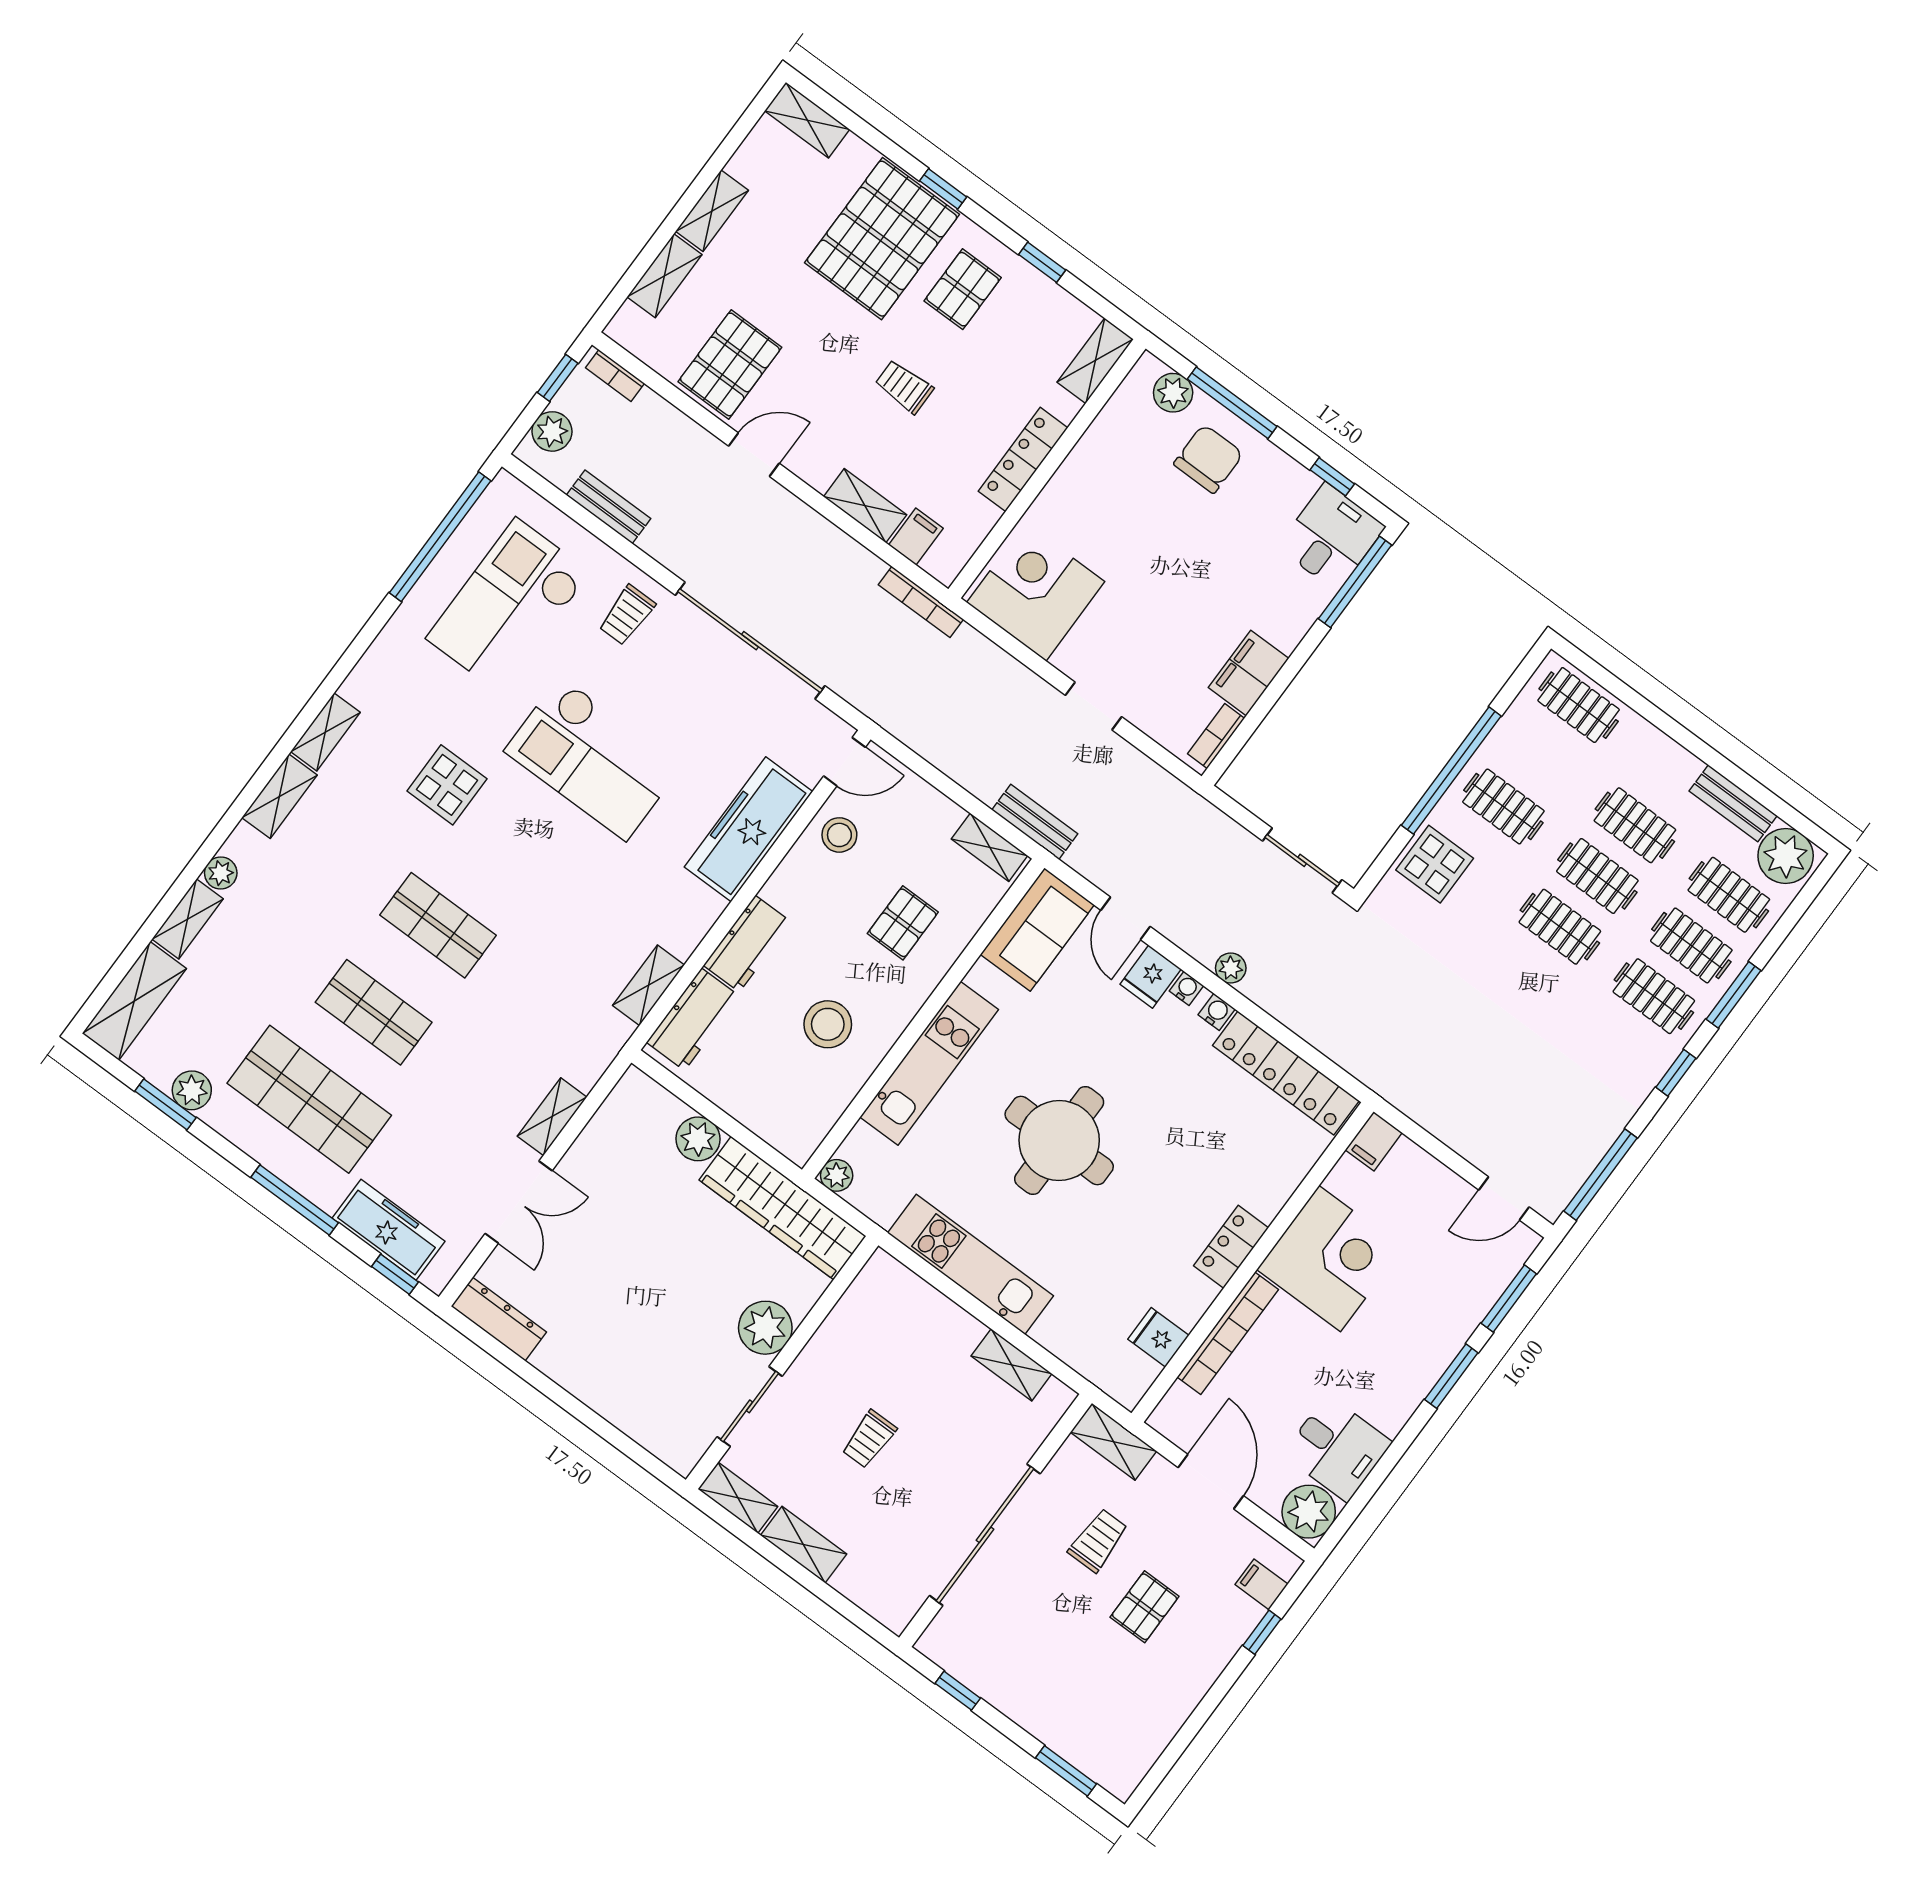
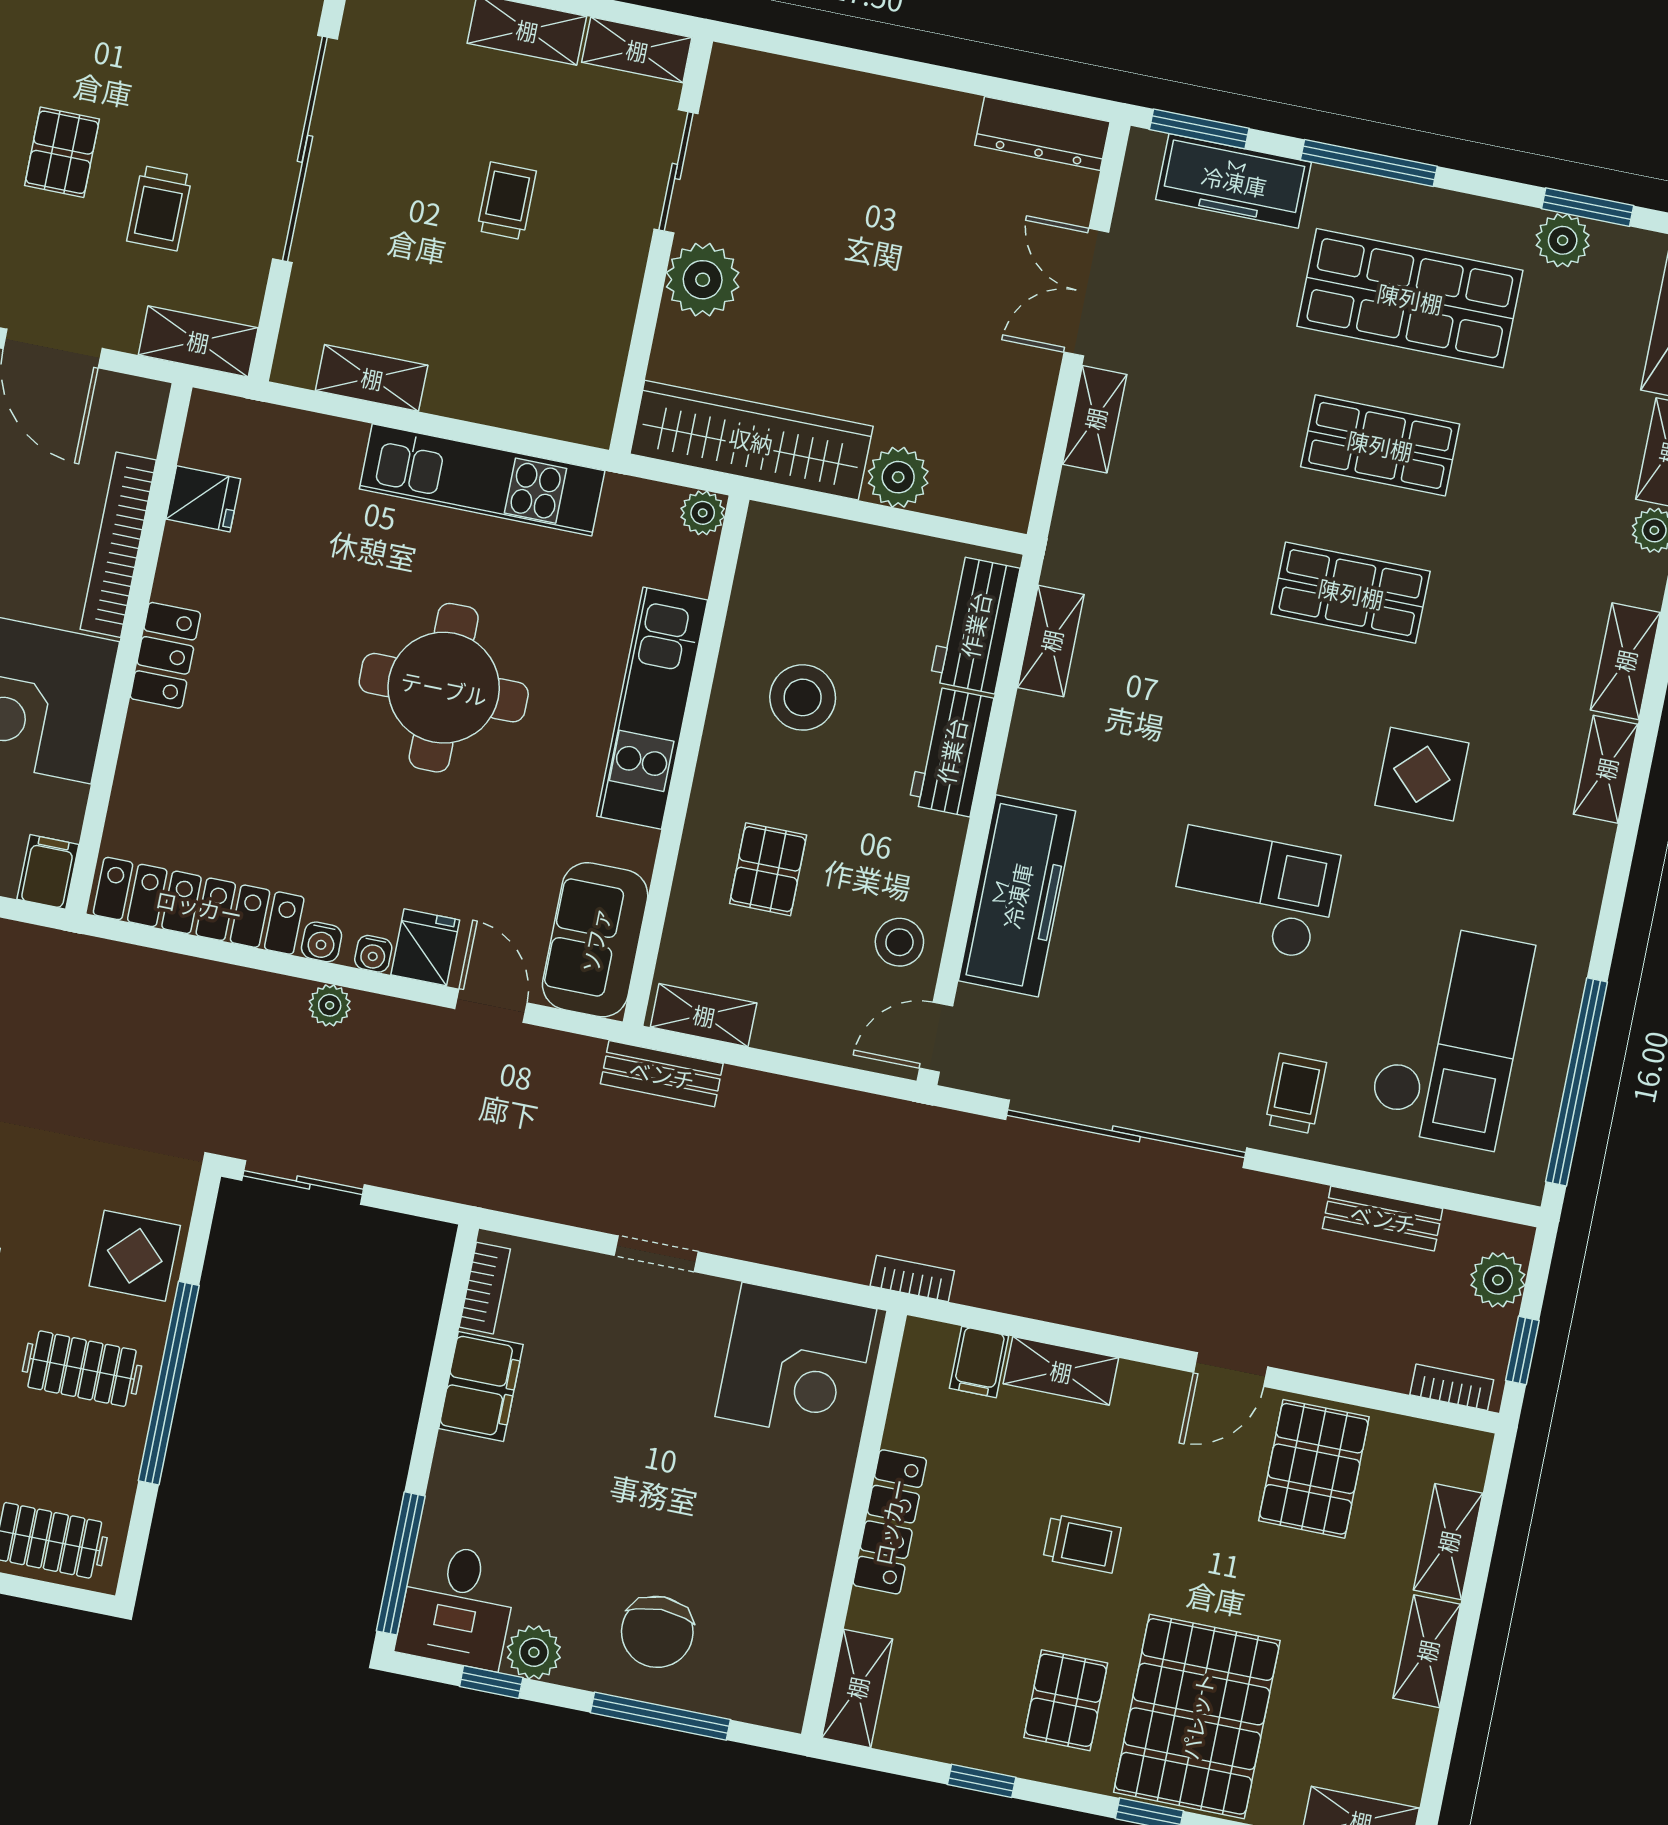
plant: (1173, 393) -> (534, 1652), moved
bookcase: (921, 602) -> (912, 1278), width x0.64
checkout: (593, 758) -> (1254, 893), width x0.73, depth x0.83
window: (395, 1274) -> (1199, 129), width x1.50

